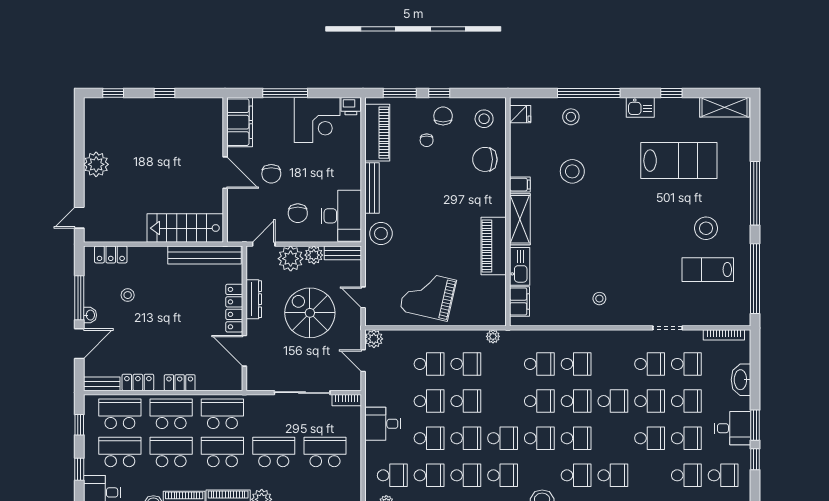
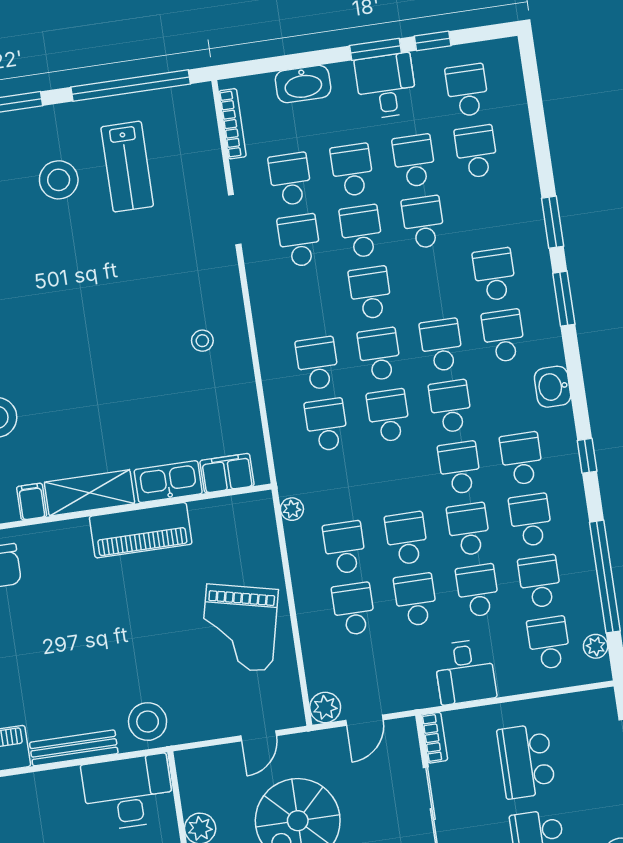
bench: (343, 253) -> (189, 781), removed

